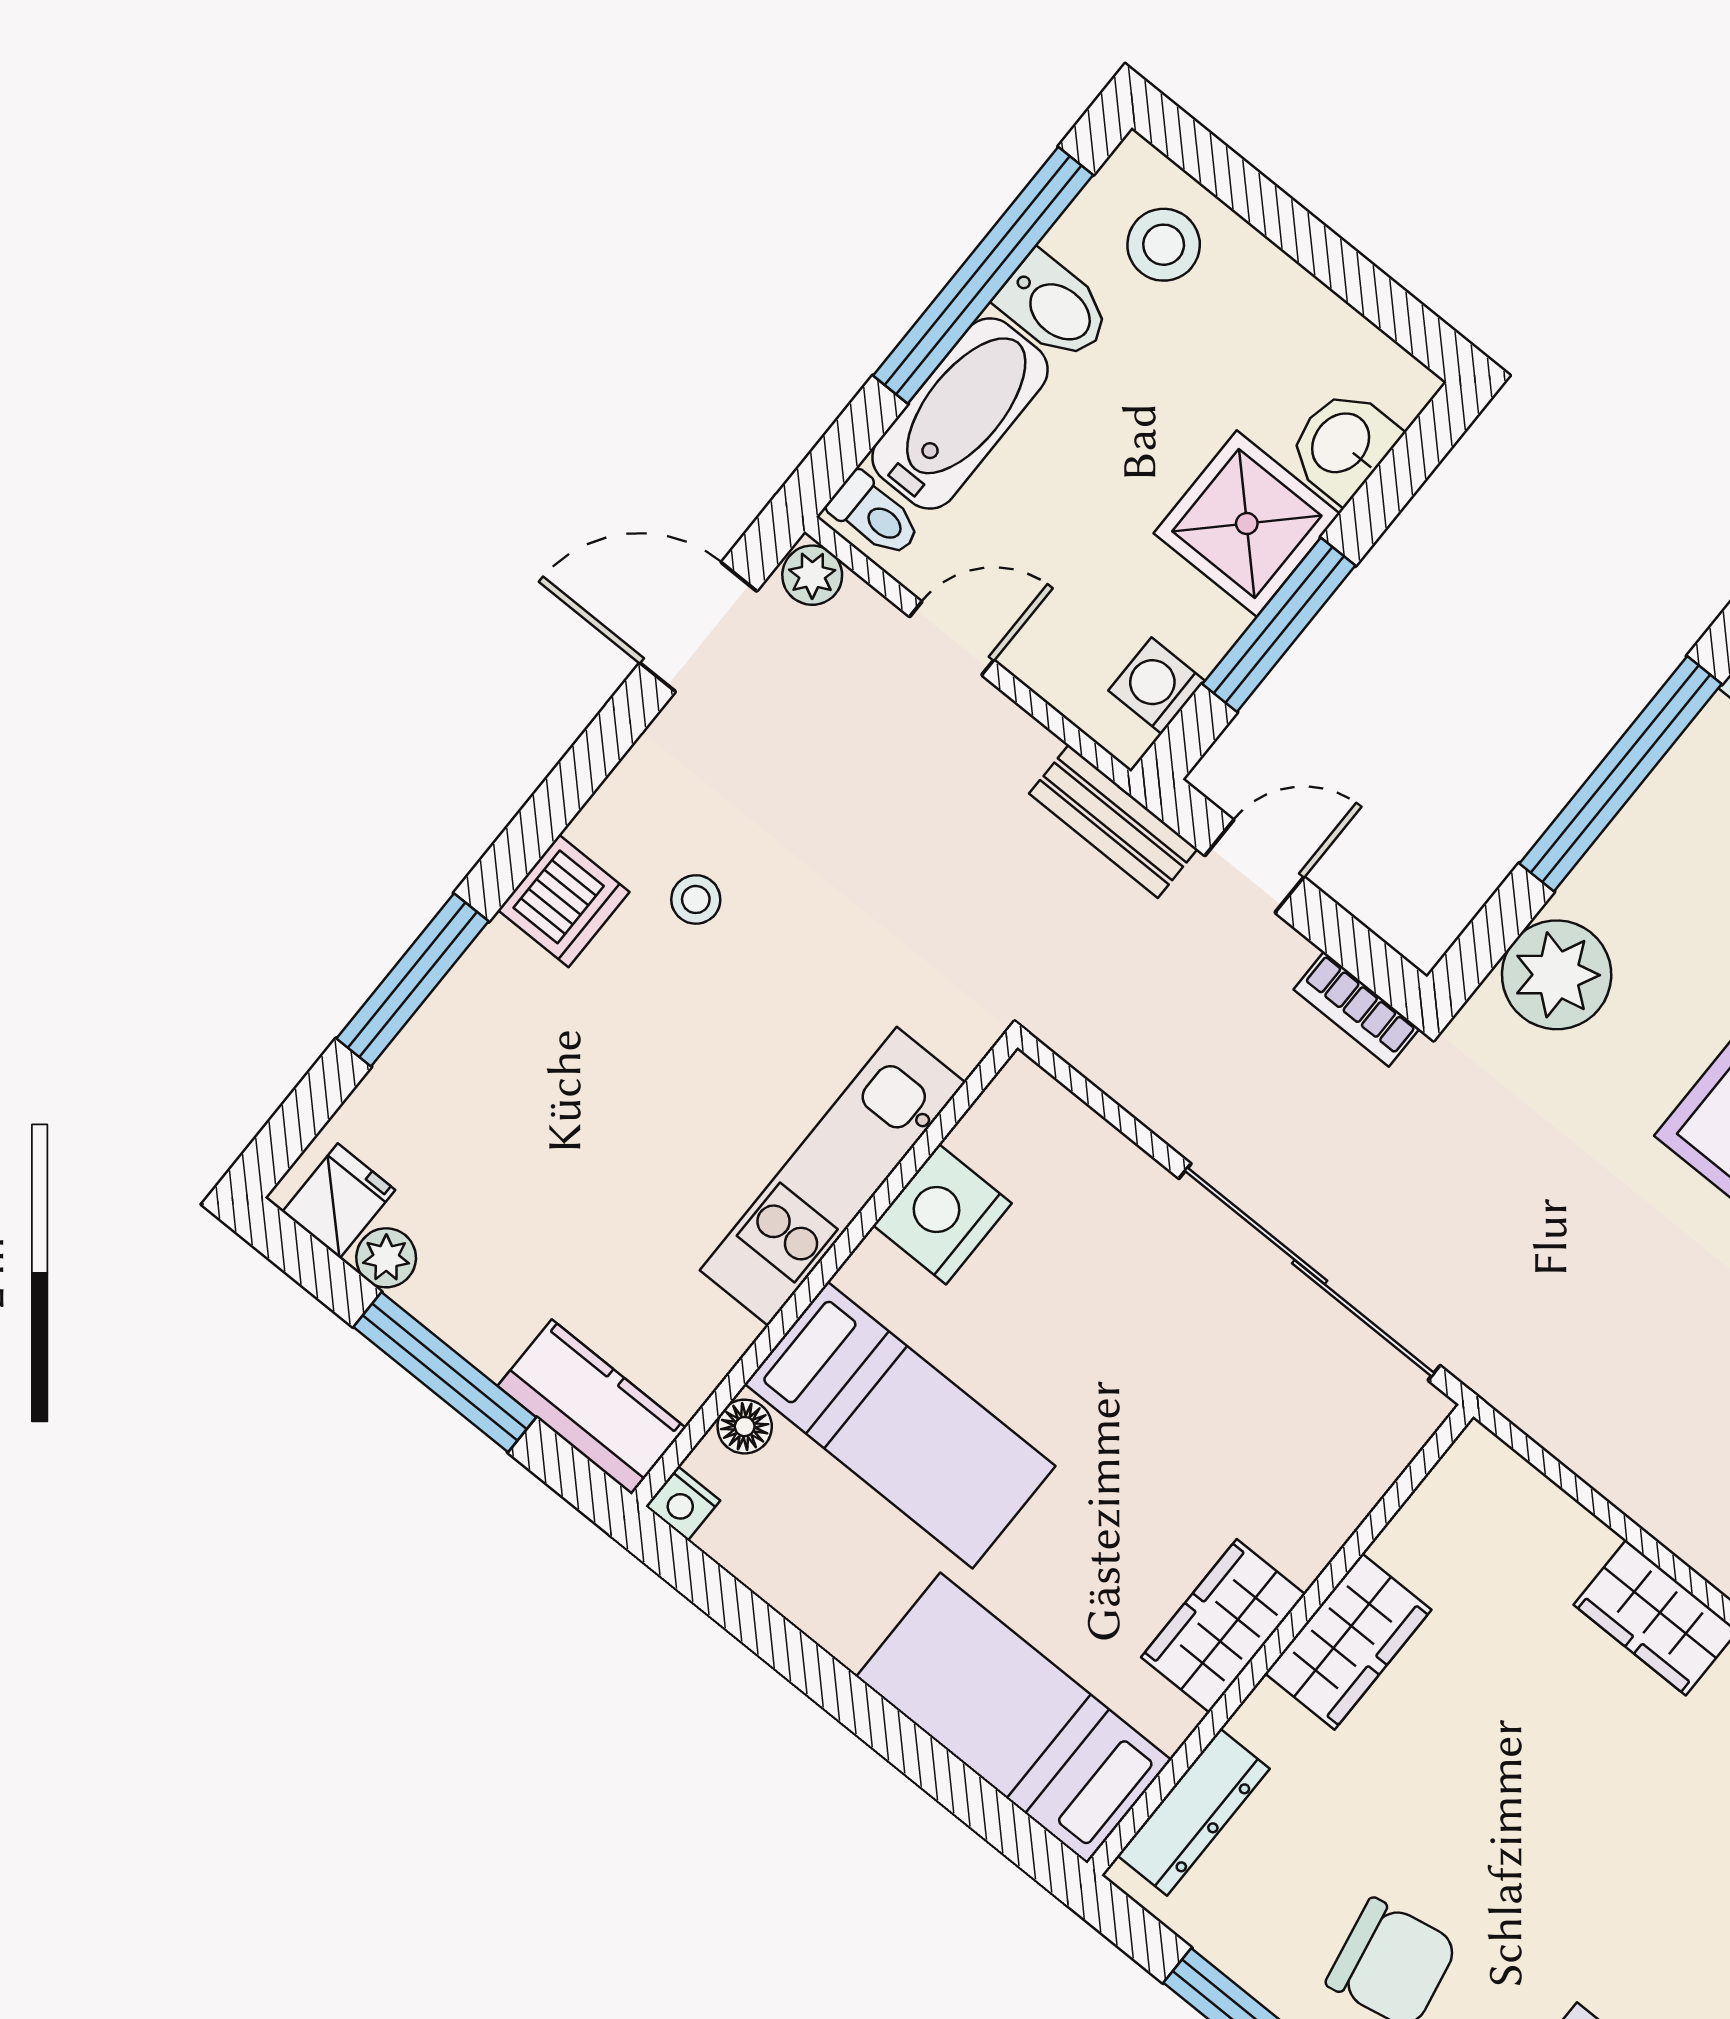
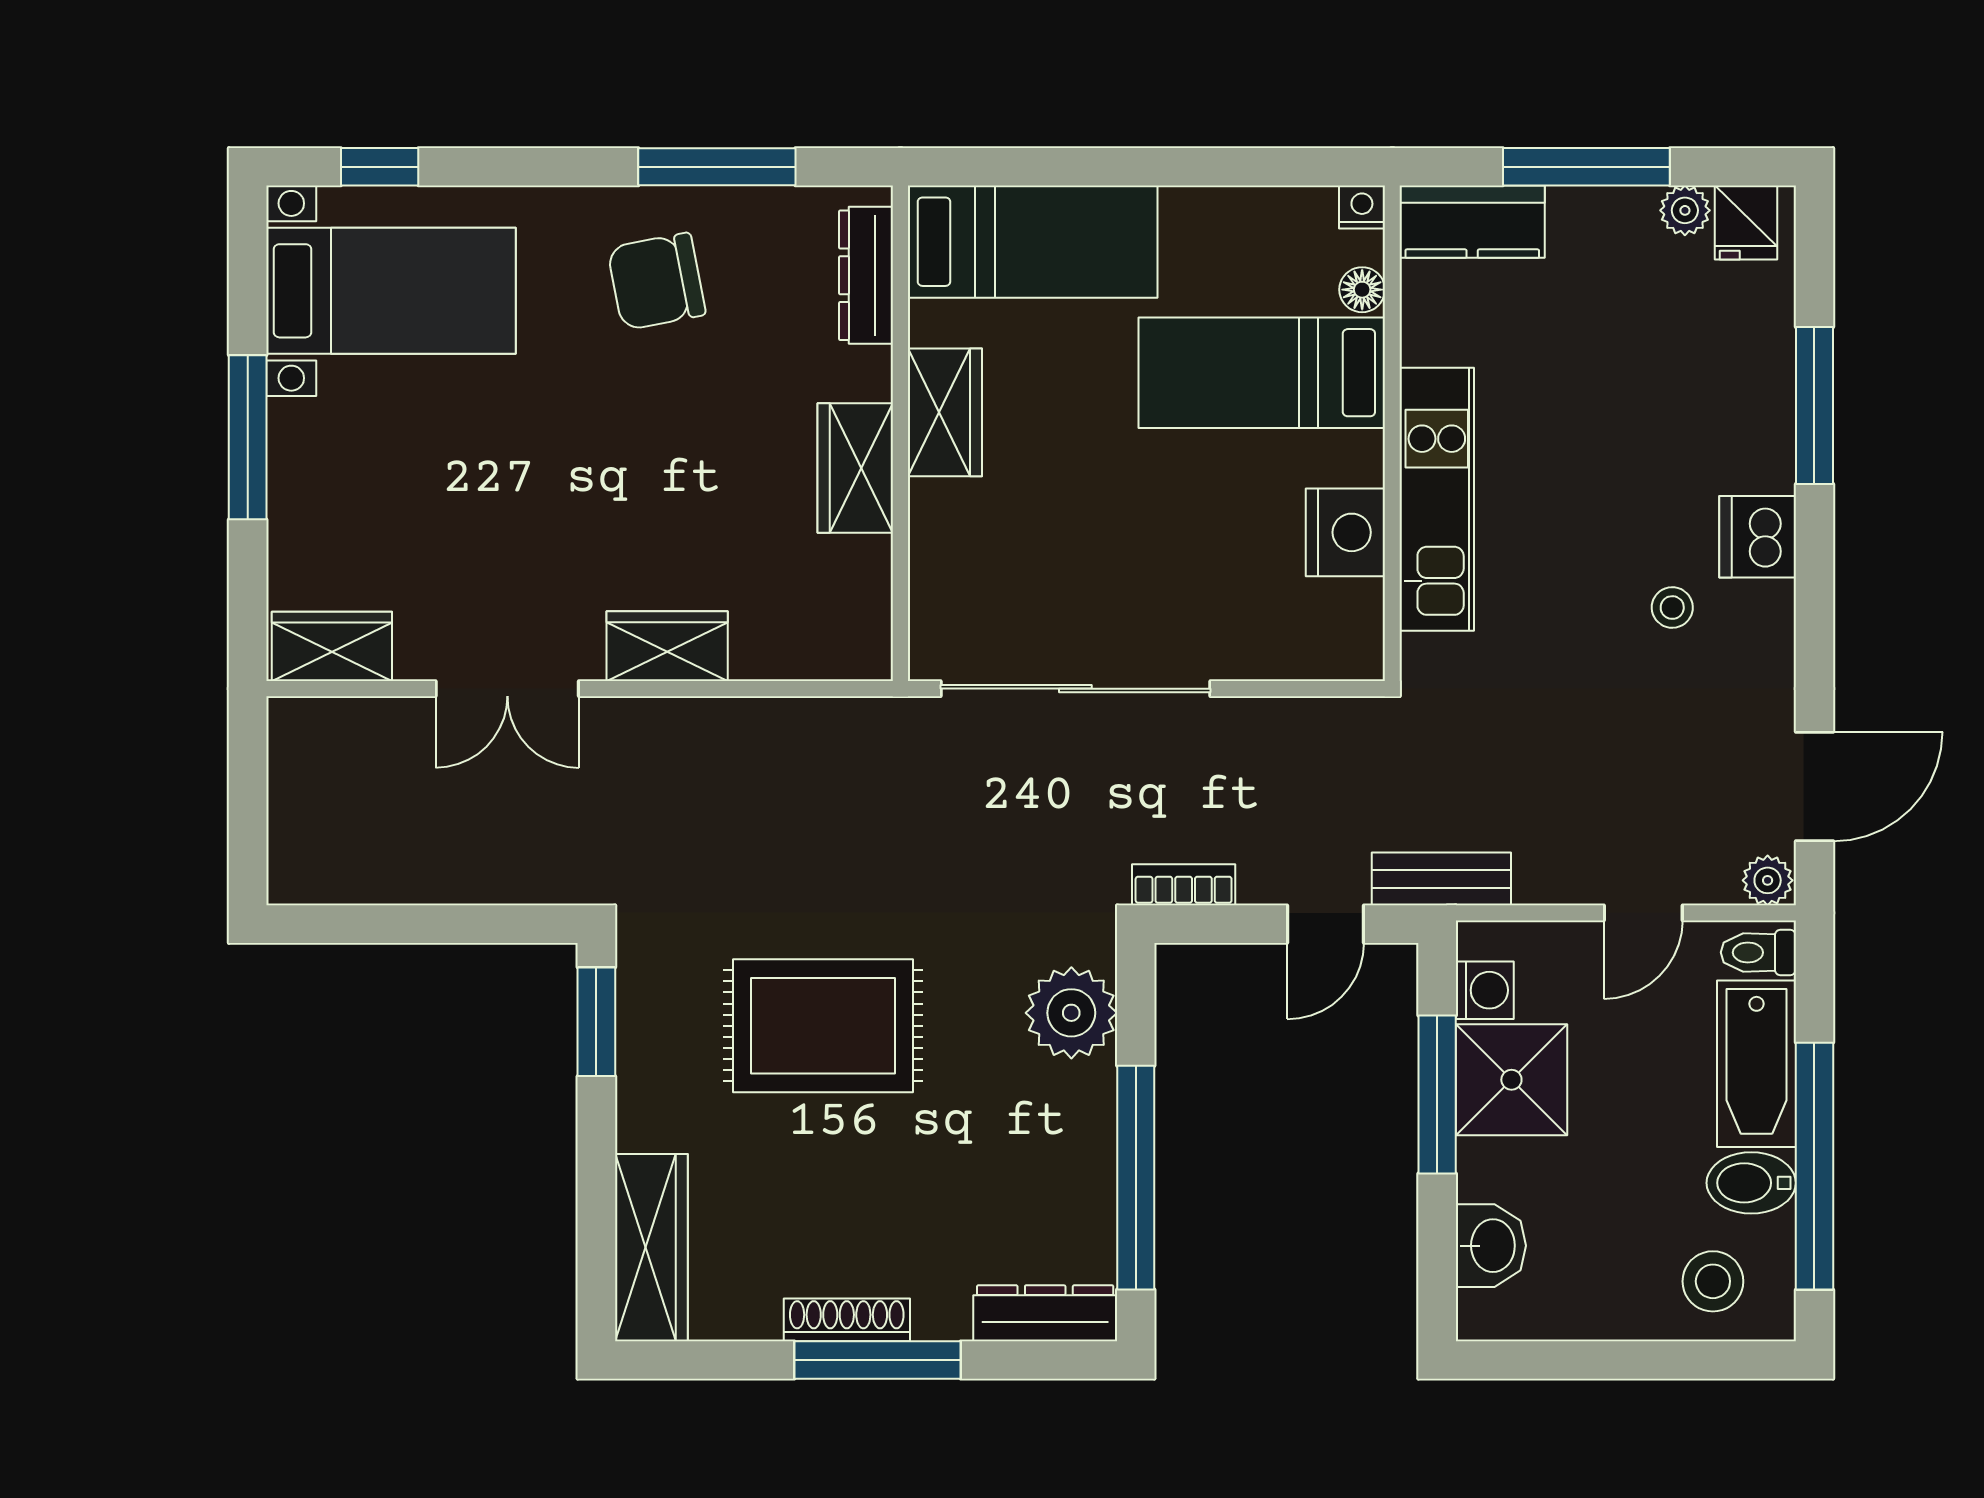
shower: (1247, 524) -> (1511, 1080), moved

